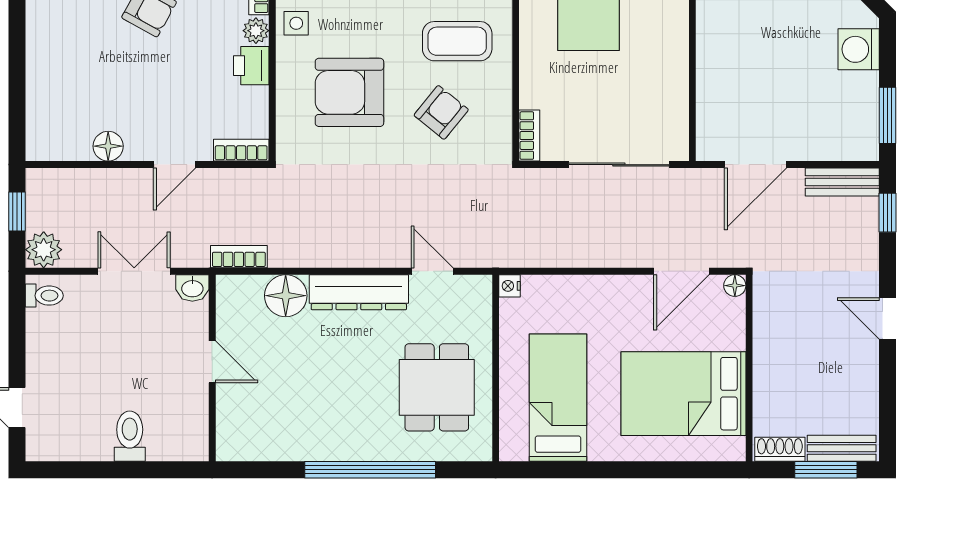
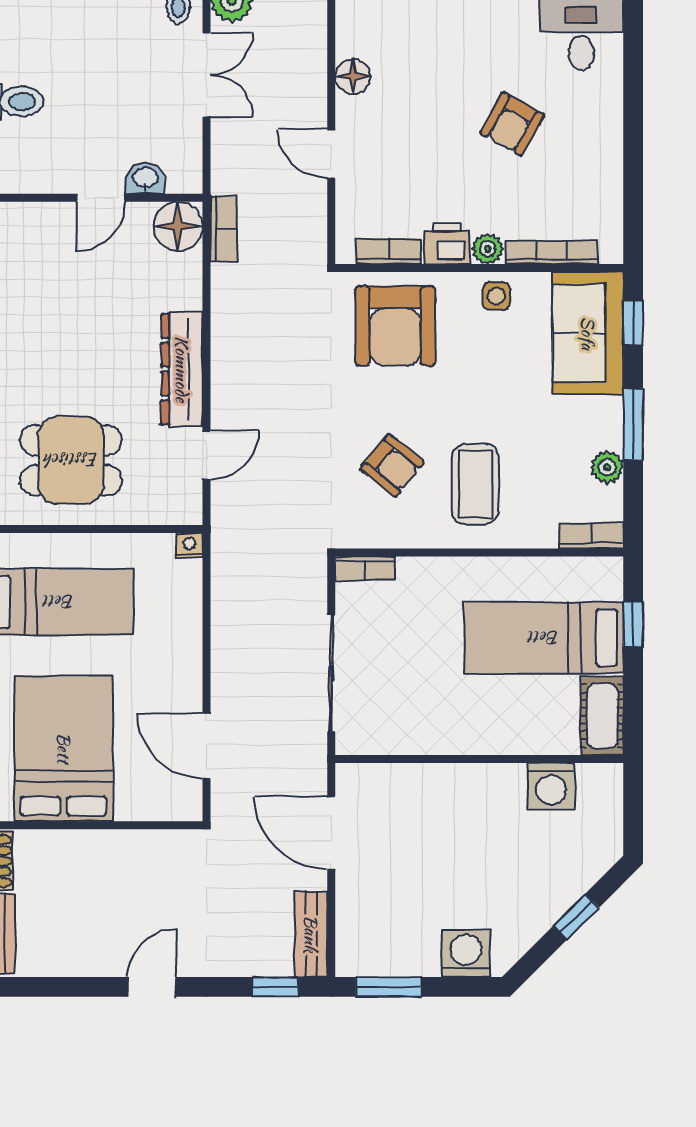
armchair: (349, 92) -> (395, 326), moved, turned 180
bookcase: (241, 150) -> (389, 251), moved, turned -90
double door: (134, 271) -> (207, 75), moved
floor lamp: (735, 286) -> (190, 809), removed
washbasin: (192, 288) -> (145, 178), moved, turned 90
floor lamp: (286, 296) -> (178, 226), moved

